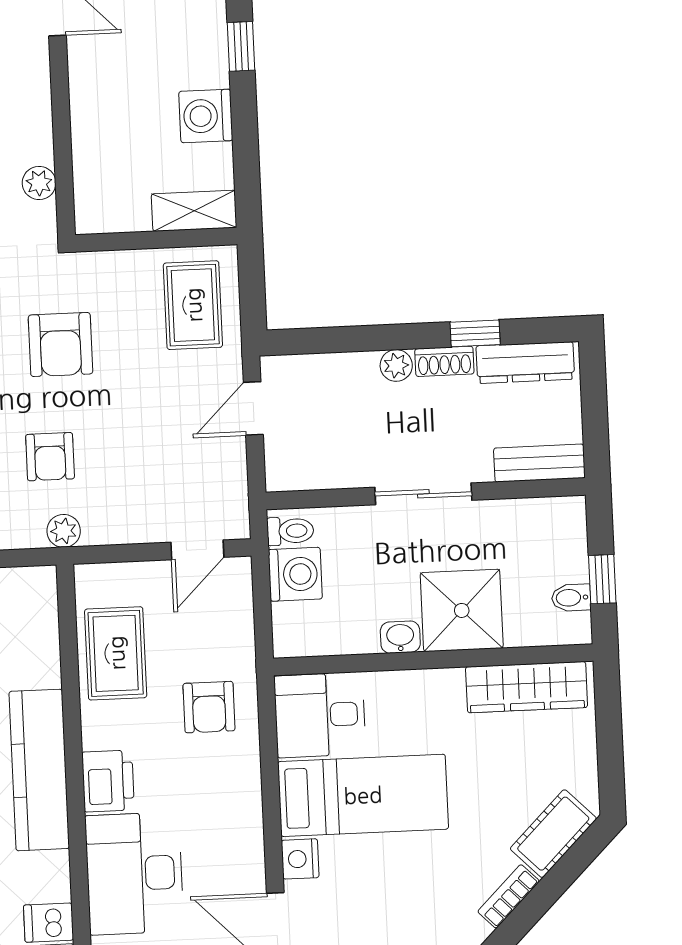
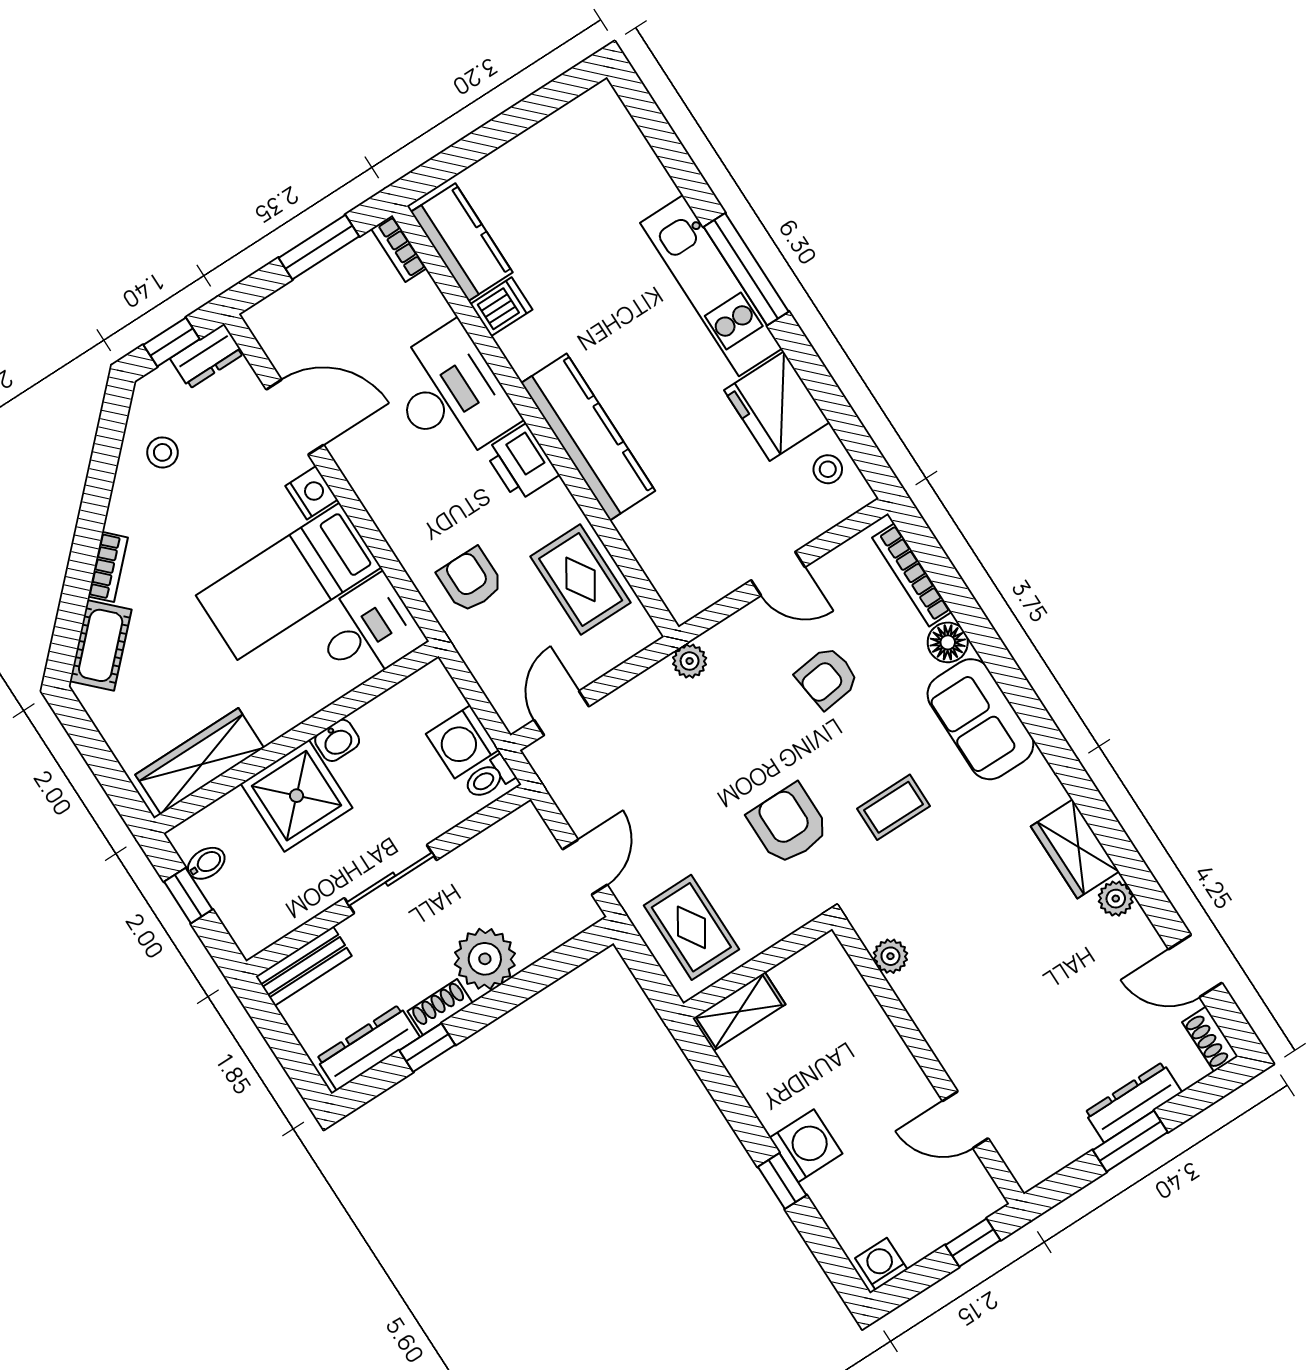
washing machine: (206, 116) -> (806, 1146), moved
plant: (396, 365) -> (485, 959), width x1.88, depth x1.88
armchair: (50, 457) -> (740, 720), removed

